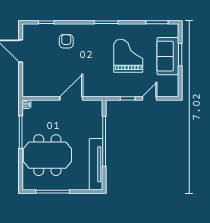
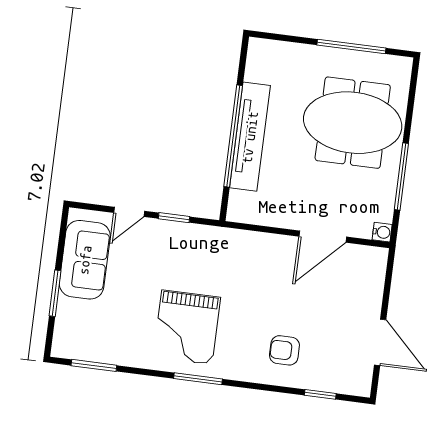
armchair: (66, 41) -> (284, 350), turned 90
grand piano: (128, 56) -> (187, 327), moved
sofa: (168, 56) -> (85, 260), moved
door: (71, 98) -> (323, 237), moved
tv unit: (96, 164) -> (250, 137), moved

